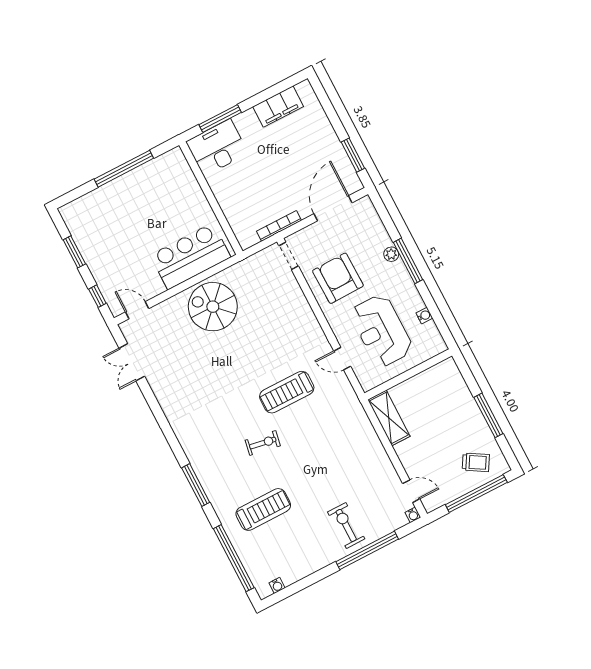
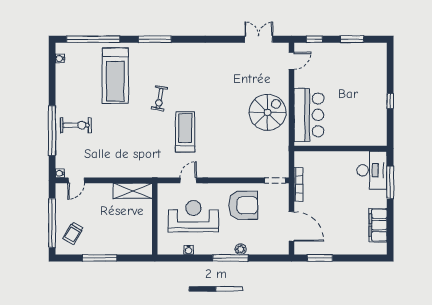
window: (124, 169) -> (390, 101), width x0.32
treadmill: (263, 509) -> (115, 76), width x1.37, depth x1.38

